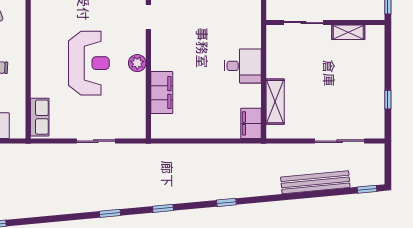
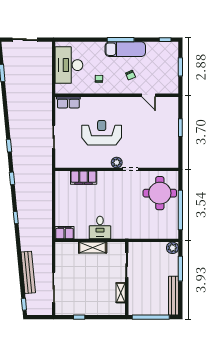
reception desk: (89, 63) -> (102, 133), turned 180
plant: (137, 63) -> (117, 163), moved
shelving: (275, 102) -> (93, 248), moved

